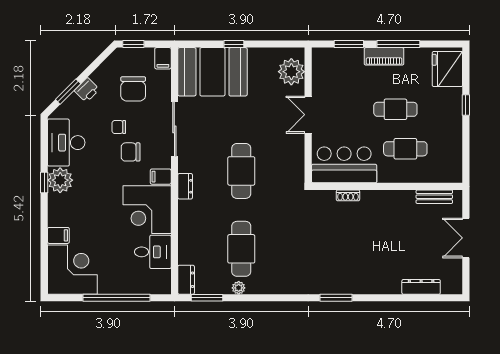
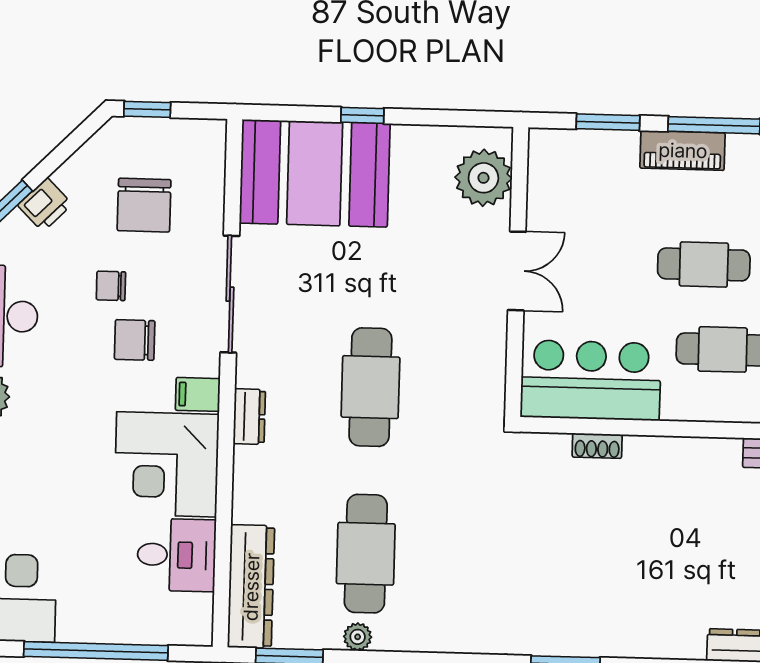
filing cabinet: (163, 58) -> (210, 141), removed
double door: (308, 115) -> (517, 271), swing flipped
dresser: (186, 280) -> (251, 587), width x1.96, depth x1.24

